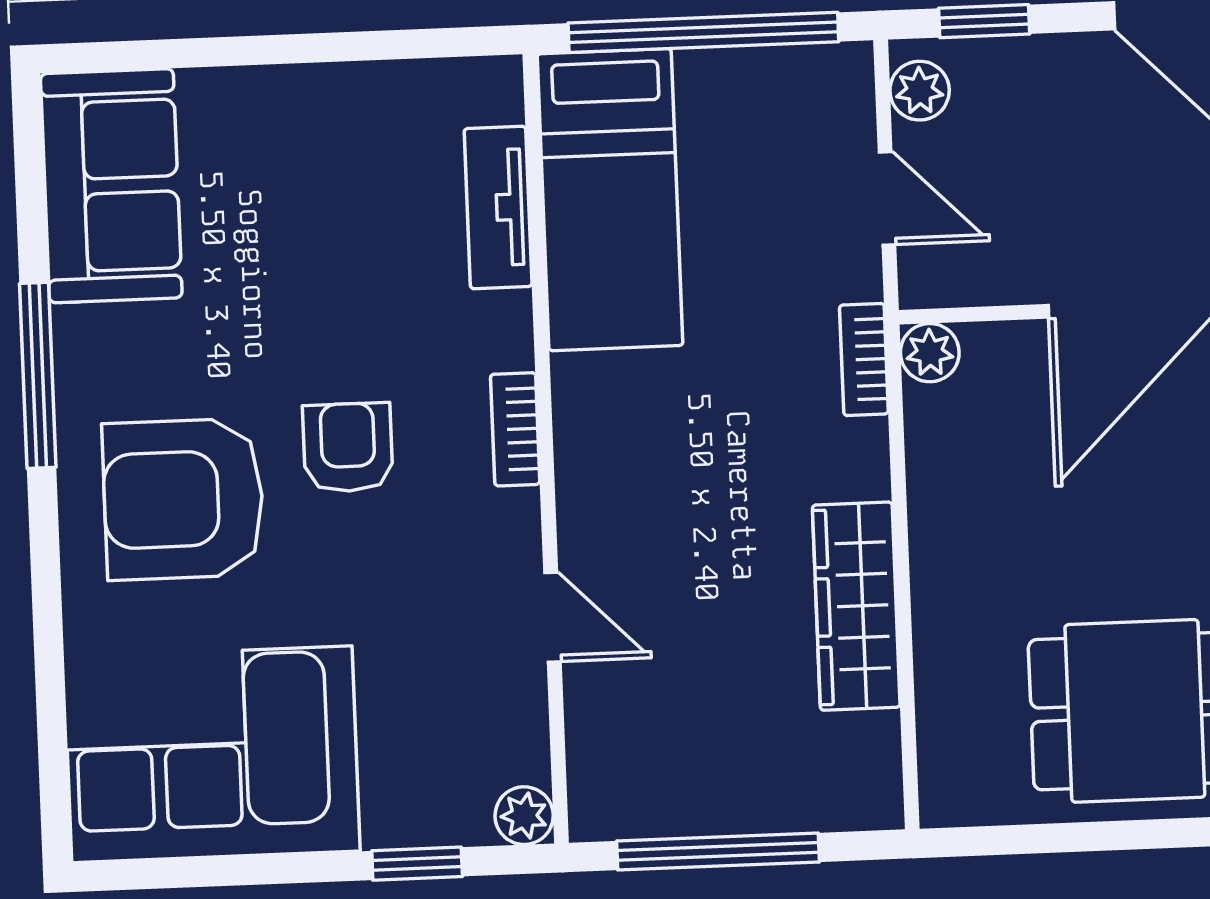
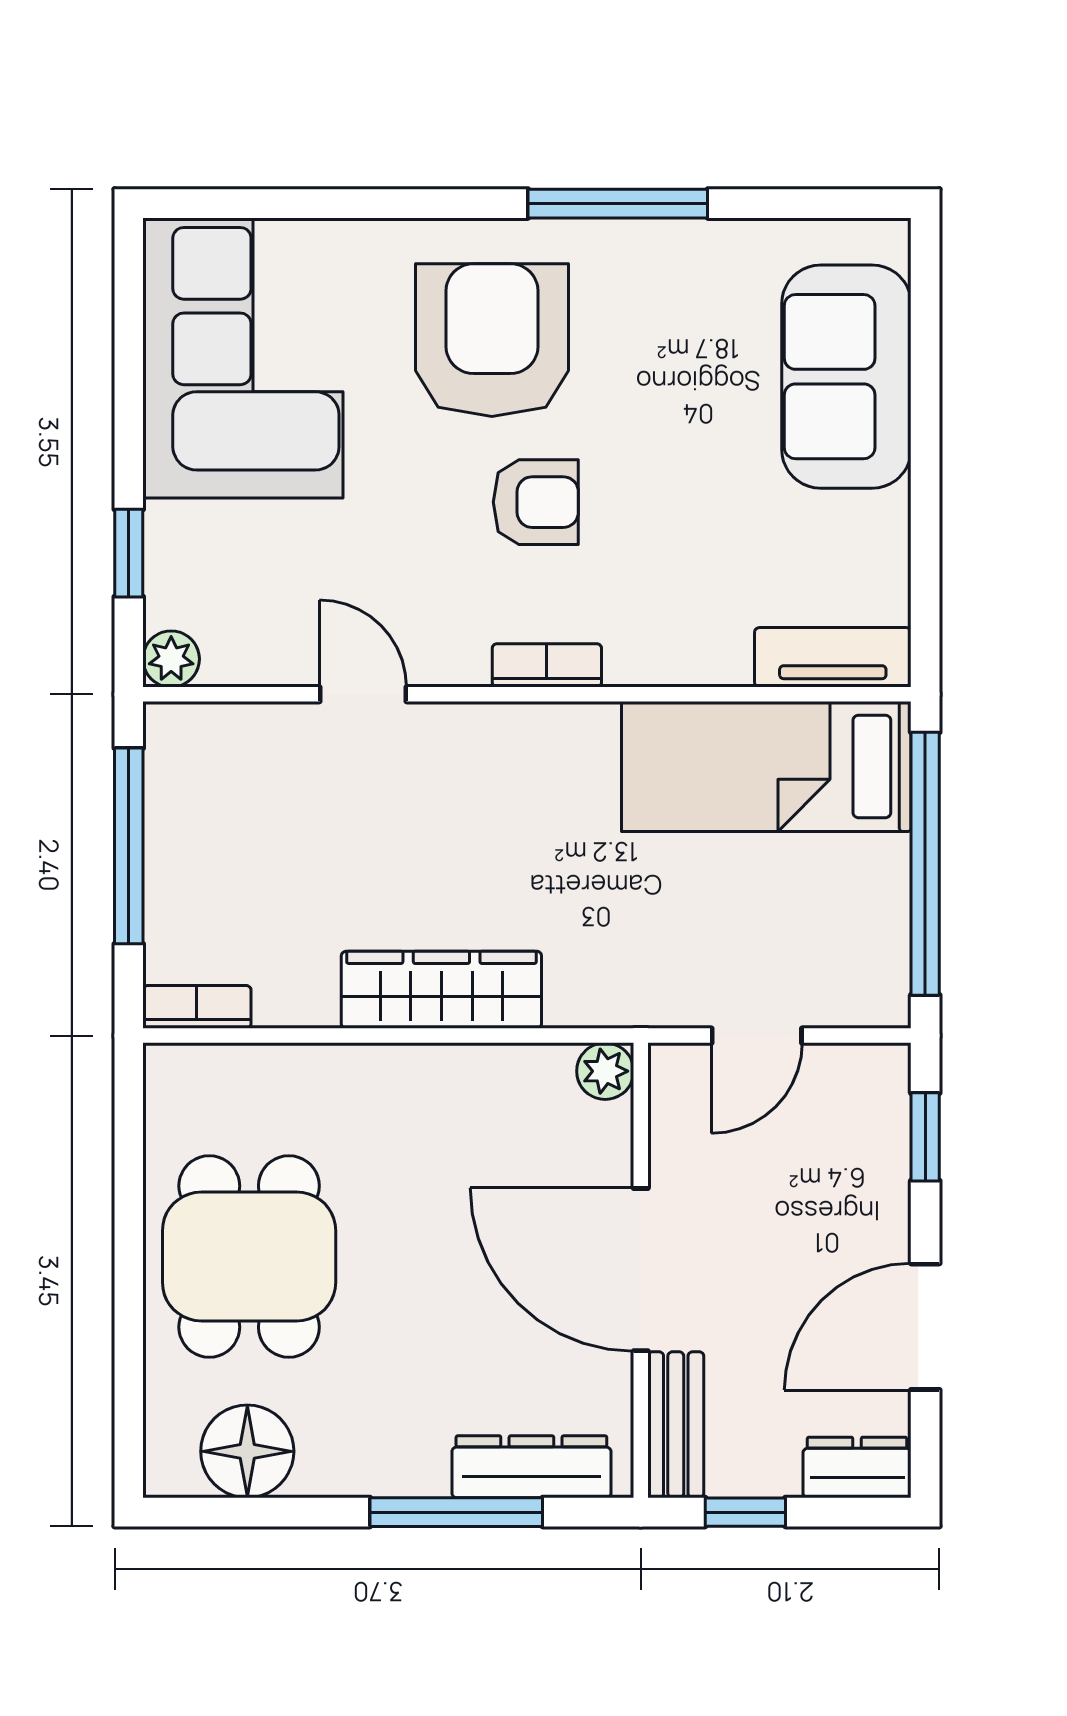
plant: (920, 91) -> (860, 1071), removed
sofa: (111, 186) -> (846, 377), moved, turned 90
tv unit: (498, 208) -> (833, 657), moved
bookcase: (864, 359) -> (197, 1007), moved
wardrobe: (856, 606) -> (441, 990), moved
door: (552, 617) -> (363, 694), swing flipped

